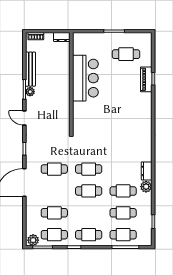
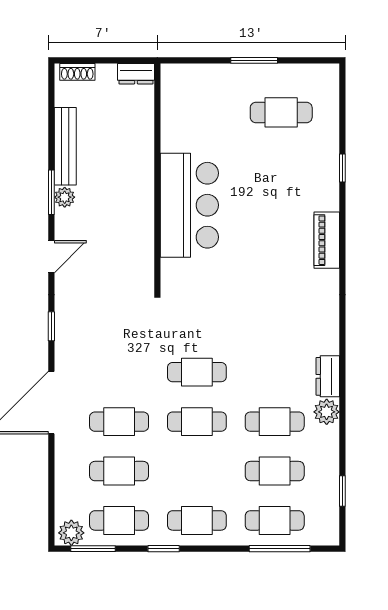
bar counter: (85, 78) -> (189, 205), moved
piano: (146, 79) -> (327, 240), moved
door: (24, 118) -> (51, 257), swing flipped
cafe table: (54, 169) -> (119, 422), moved

